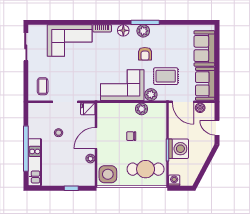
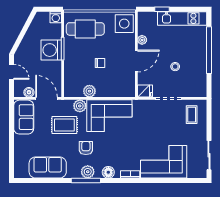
sofa: (204, 48) -> (48, 168), moved, turned -90
kitchen unit: (35, 162) -> (182, 18), moved, turned -90

